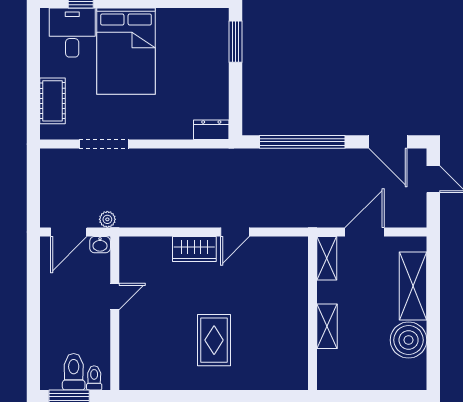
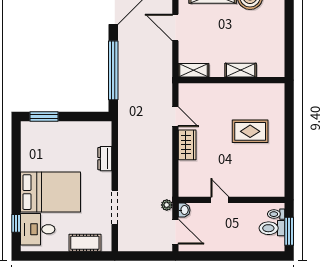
dresser: (211, 130) -> (105, 159), moved
shelving: (327, 258) -> (194, 70), moved
wall: (312, 313) -> (232, 80), moved
shelving: (327, 326) -> (241, 70), moved

